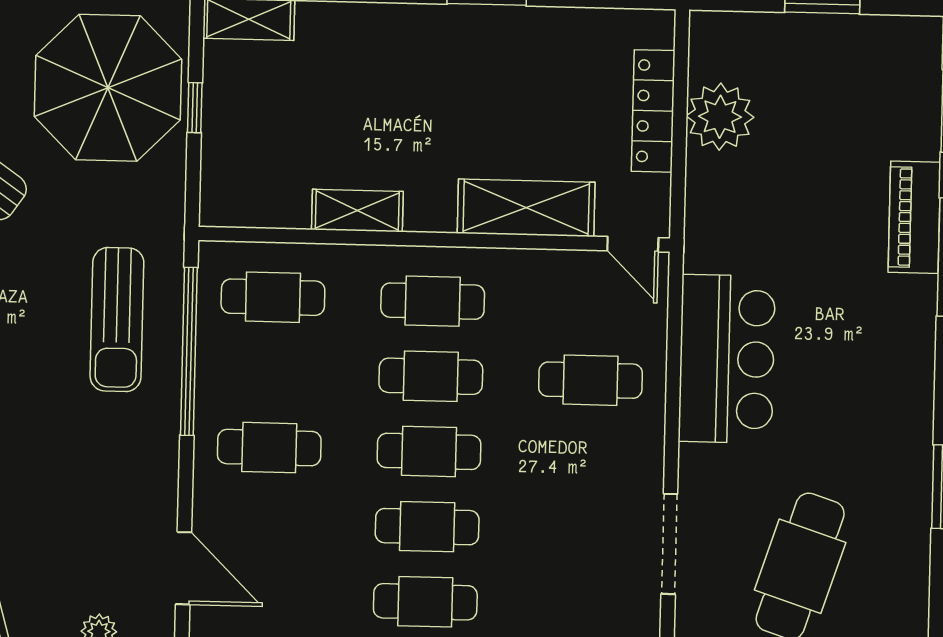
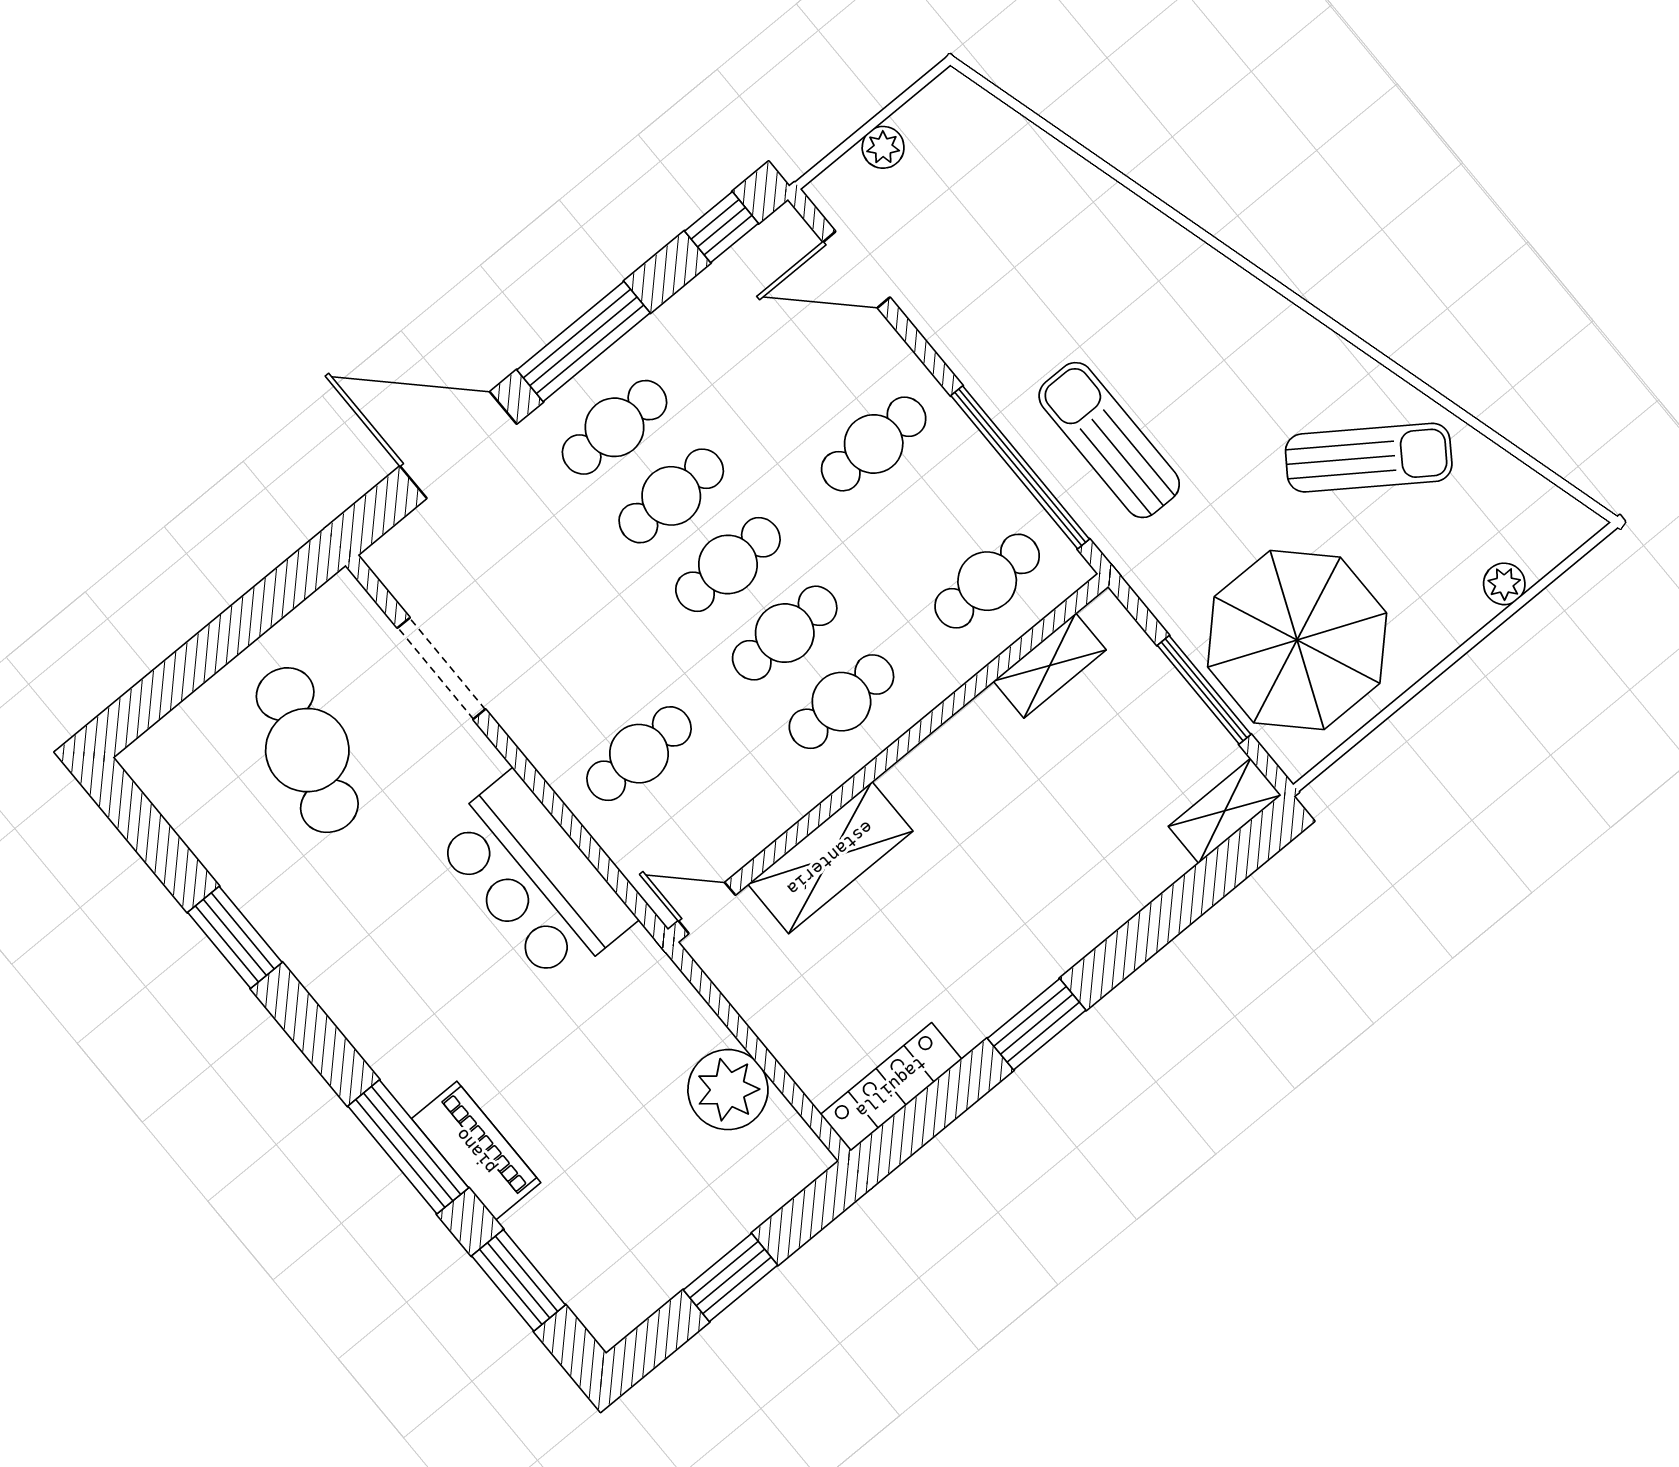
window: (195, 108) -> (1204, 690), width x2.17
locker: (653, 111) -> (891, 1087), moved, turned -90
shelving: (357, 211) -> (1050, 666), moved

